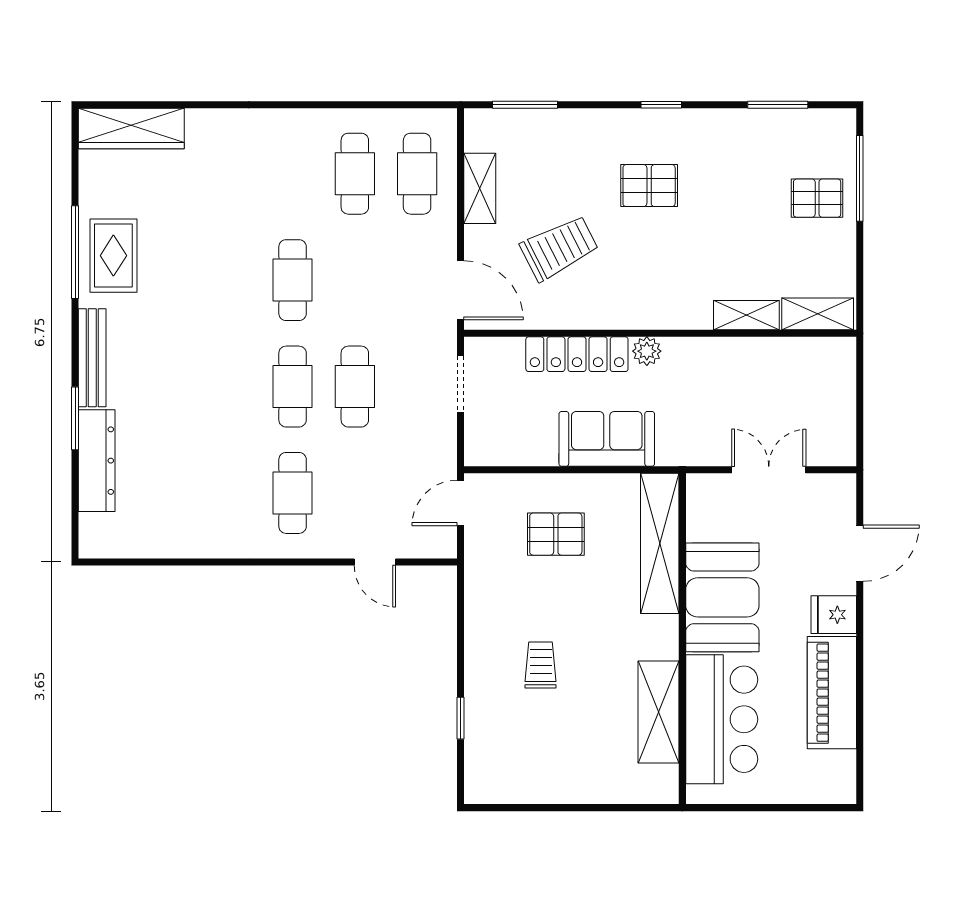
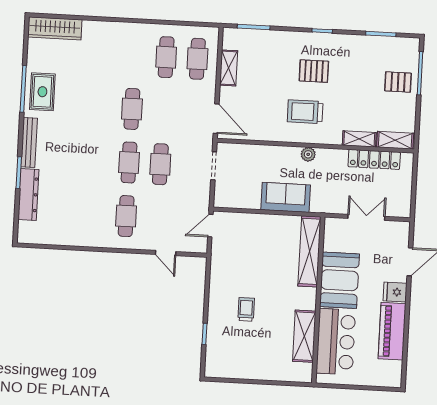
trolley: (559, 248) -> (305, 112), moved, turned -153
locker: (577, 354) -> (374, 159), moved
pallet: (556, 534) -> (257, 244), removed

